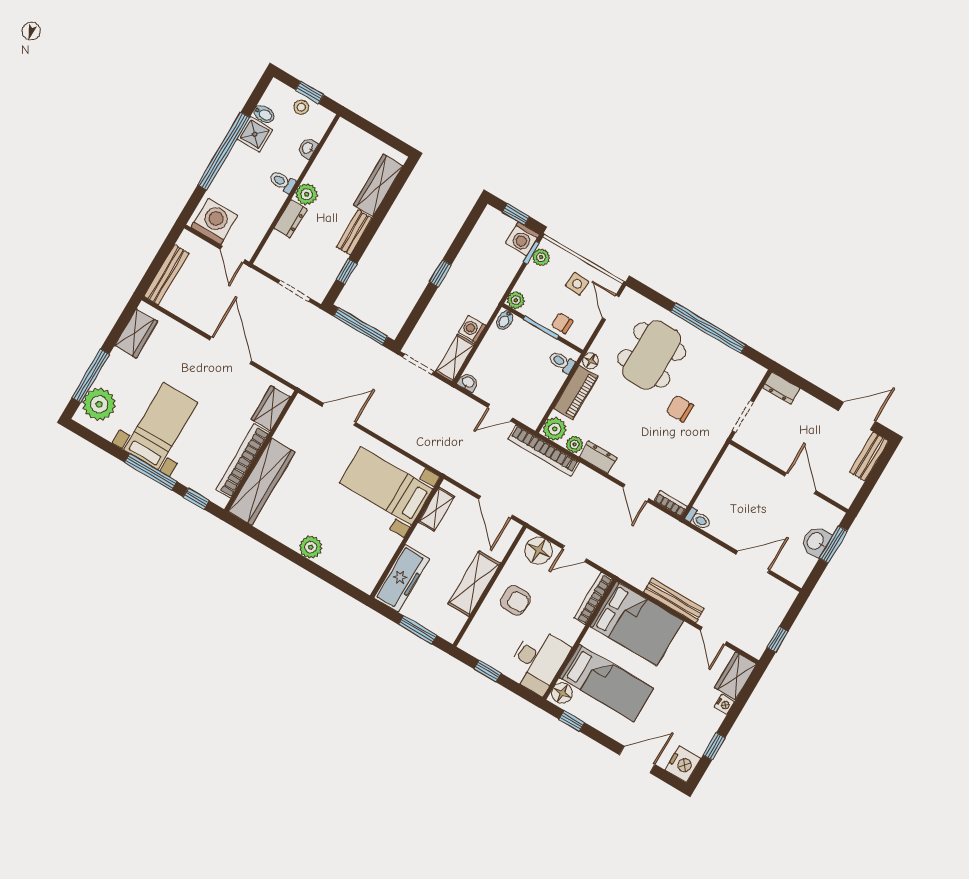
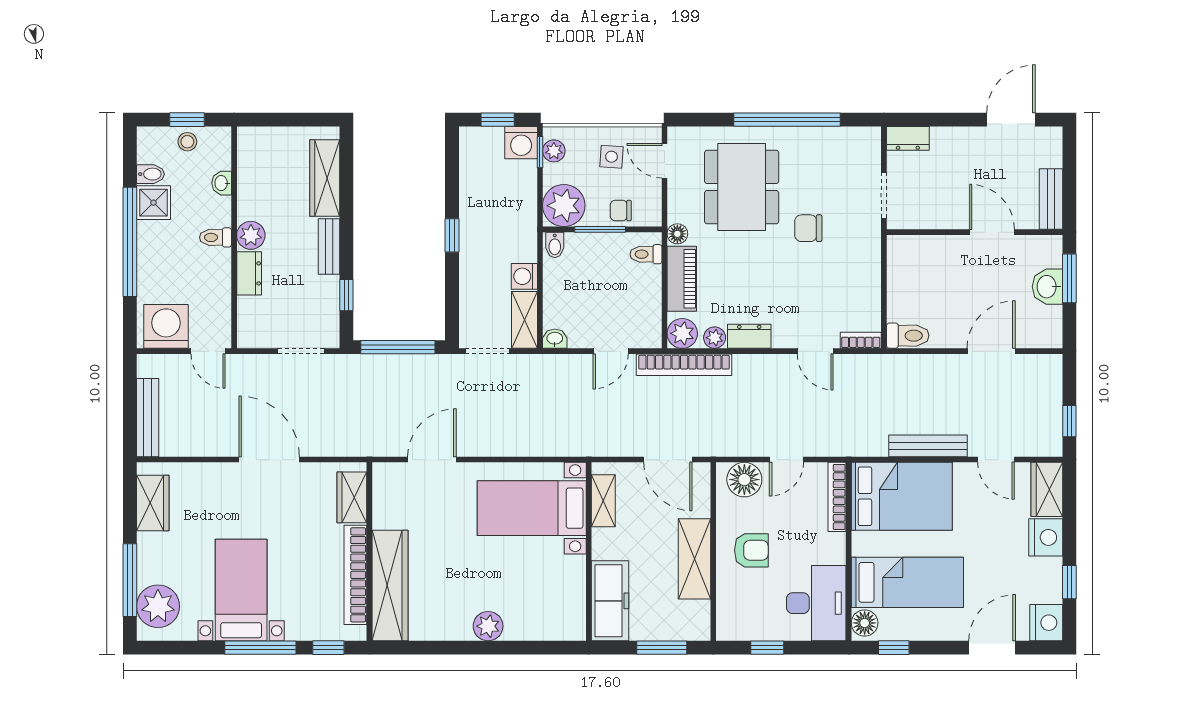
plant: (516, 300) -> (564, 206), width x1.88, depth x1.88
bench: (869, 457) -> (1051, 199), moved
toilet: (698, 519) -> (908, 336), width x1.37, depth x1.39
nightstand: (724, 704) -> (1046, 537), width x1.89, depth x1.79

